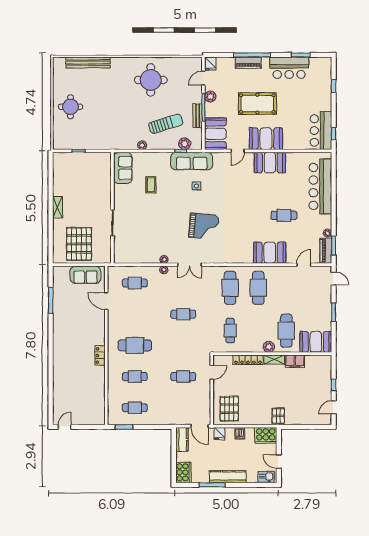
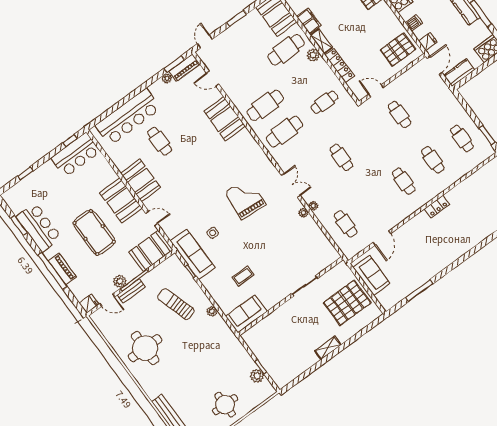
bench: (198, 116) -> (131, 291), moved
plant: (185, 144) -> (257, 376), moved
cafe table: (284, 215) -> (160, 141), moved
cafe table: (135, 345) -> (404, 181), width x0.73, depth x0.74

